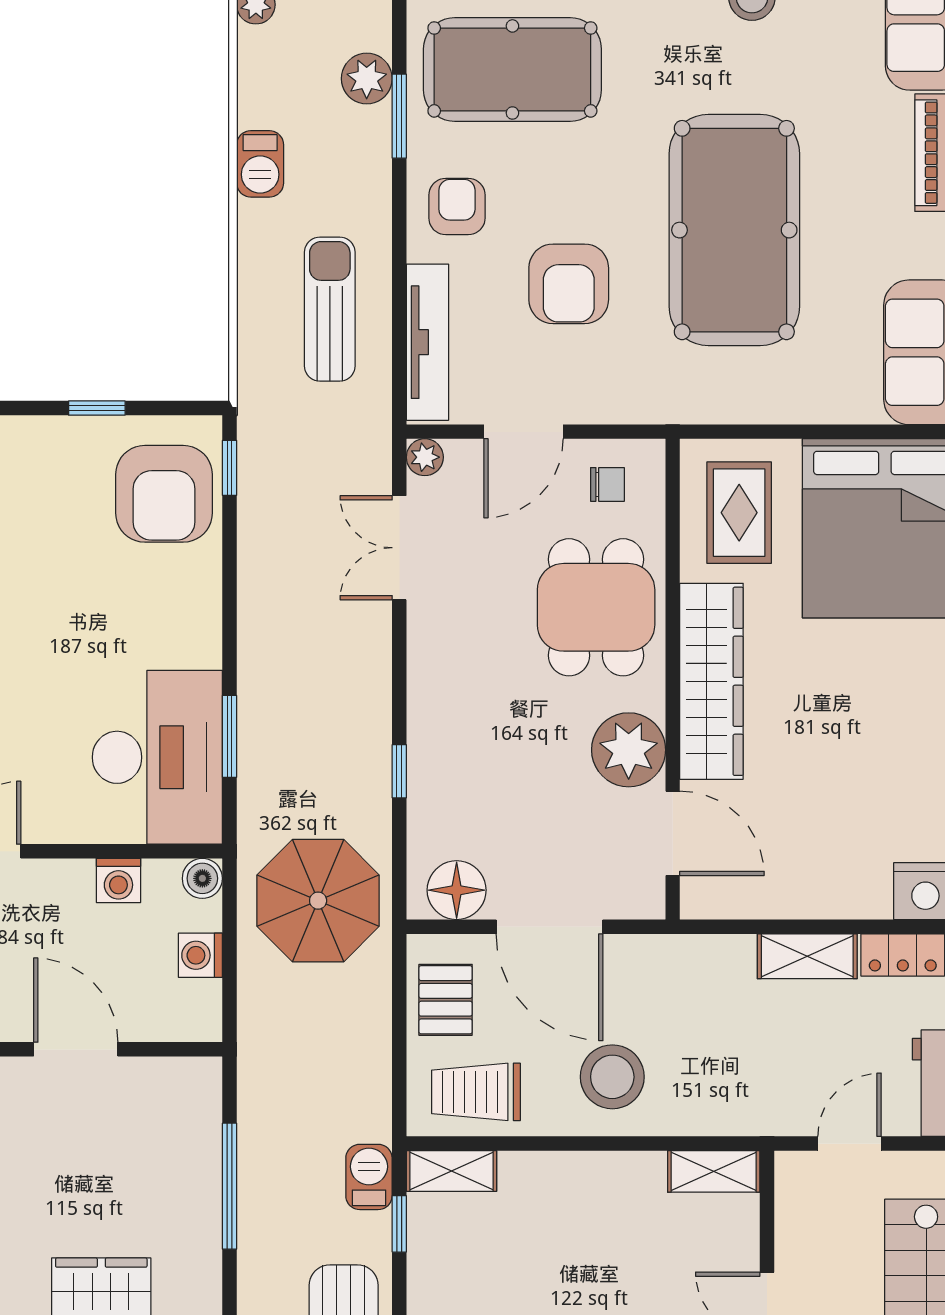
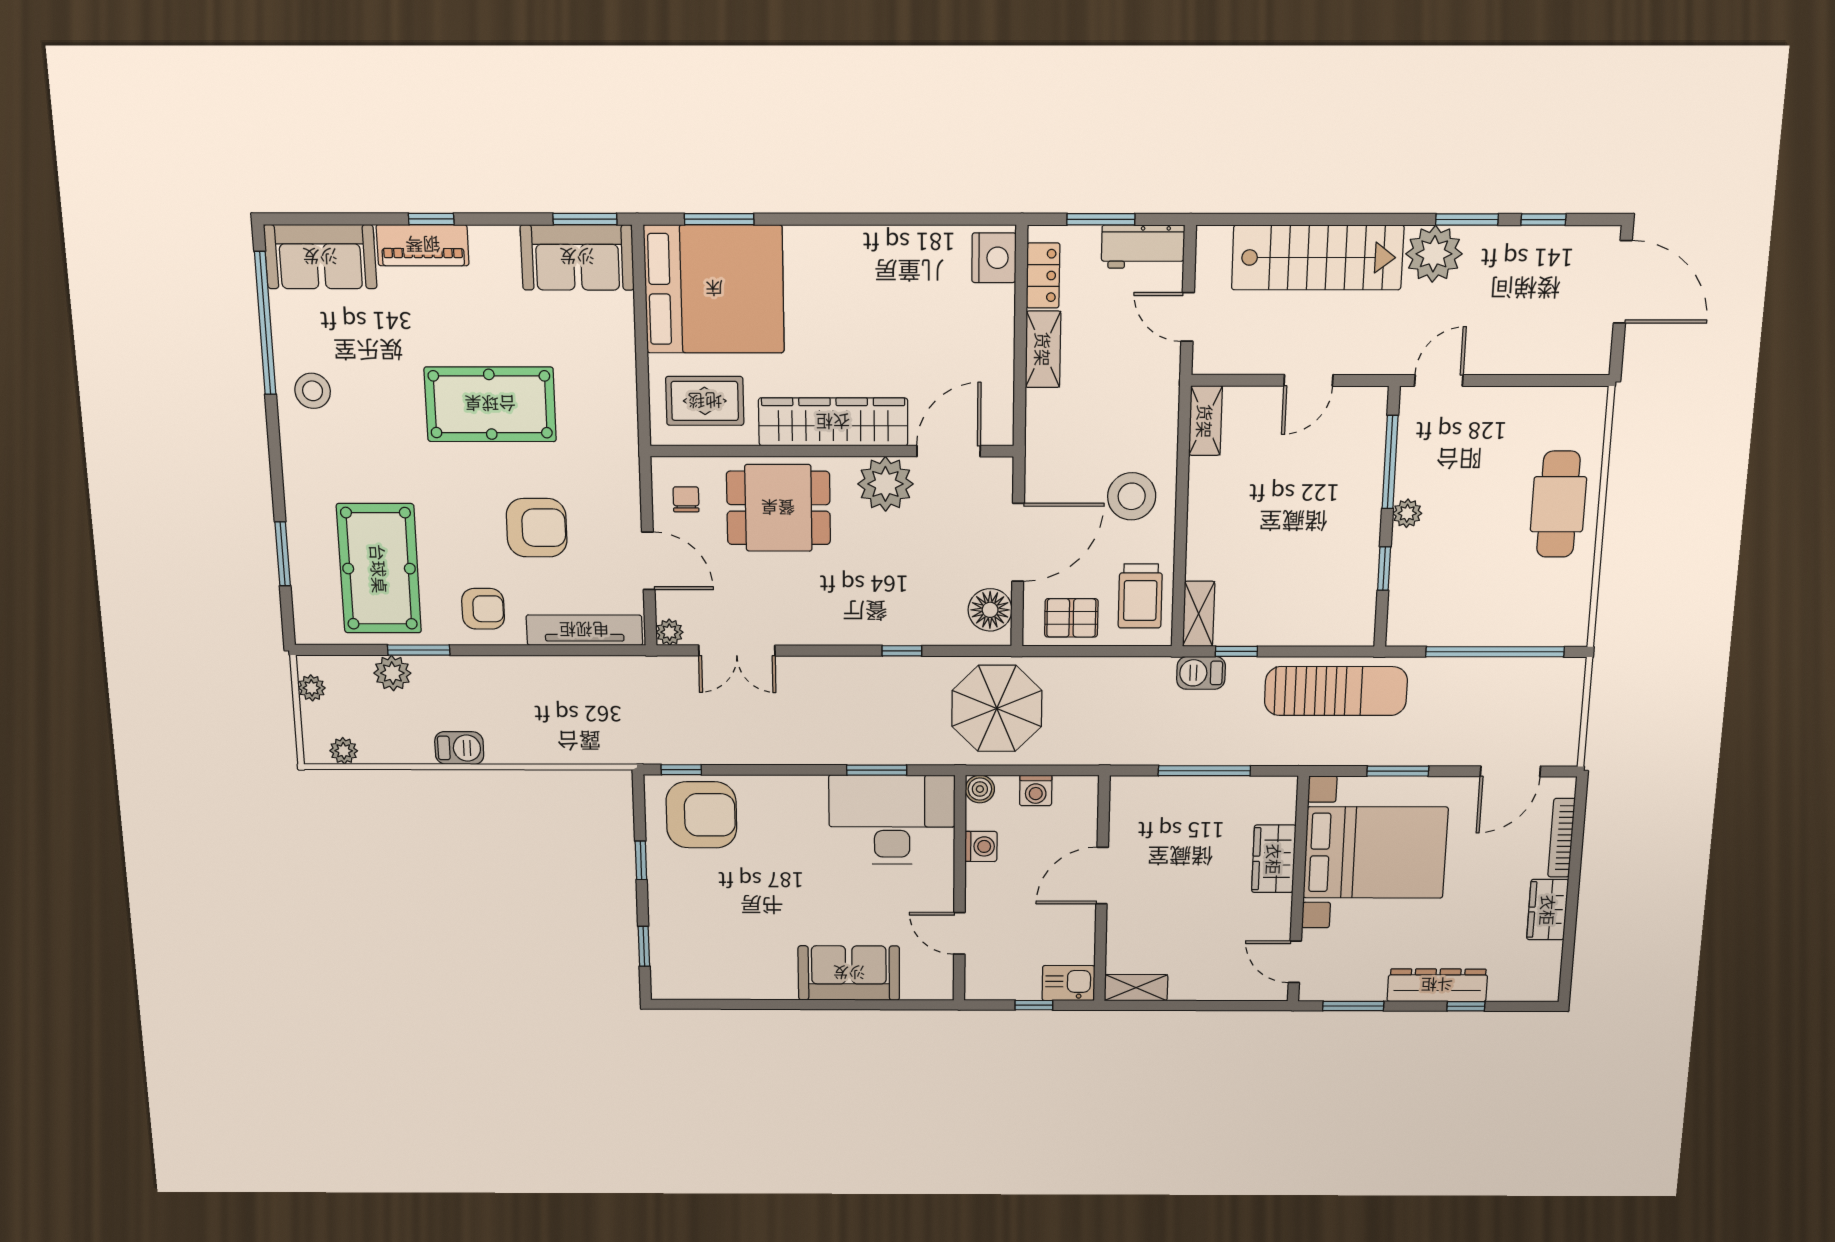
armchair: (457, 207) -> (483, 609), turned 180
pool table: (734, 230) -> (490, 404), width x0.73, depth x0.76
sun lounger: (330, 309) -> (563, 699), removed

